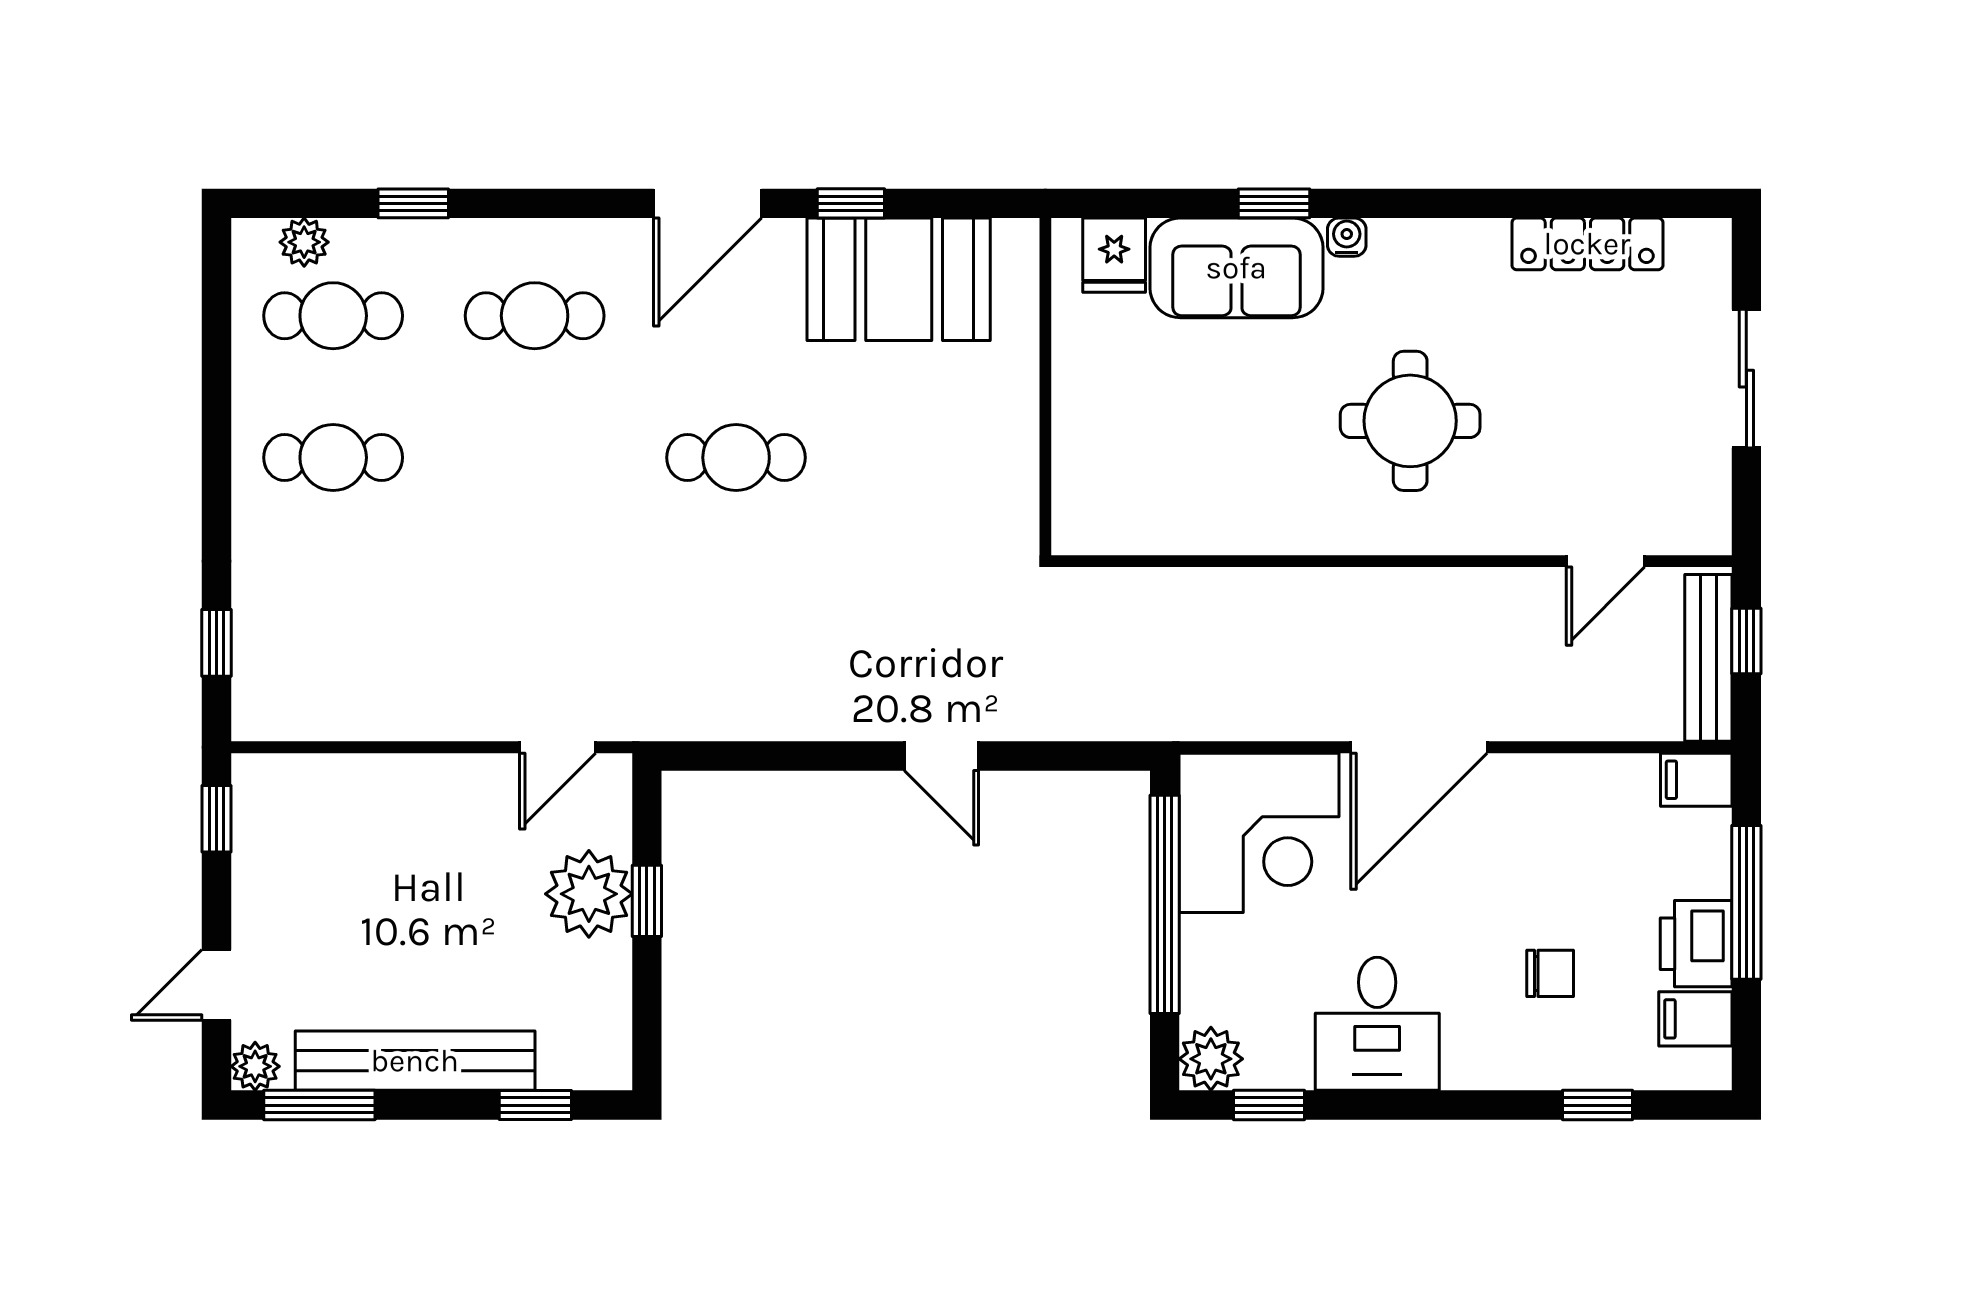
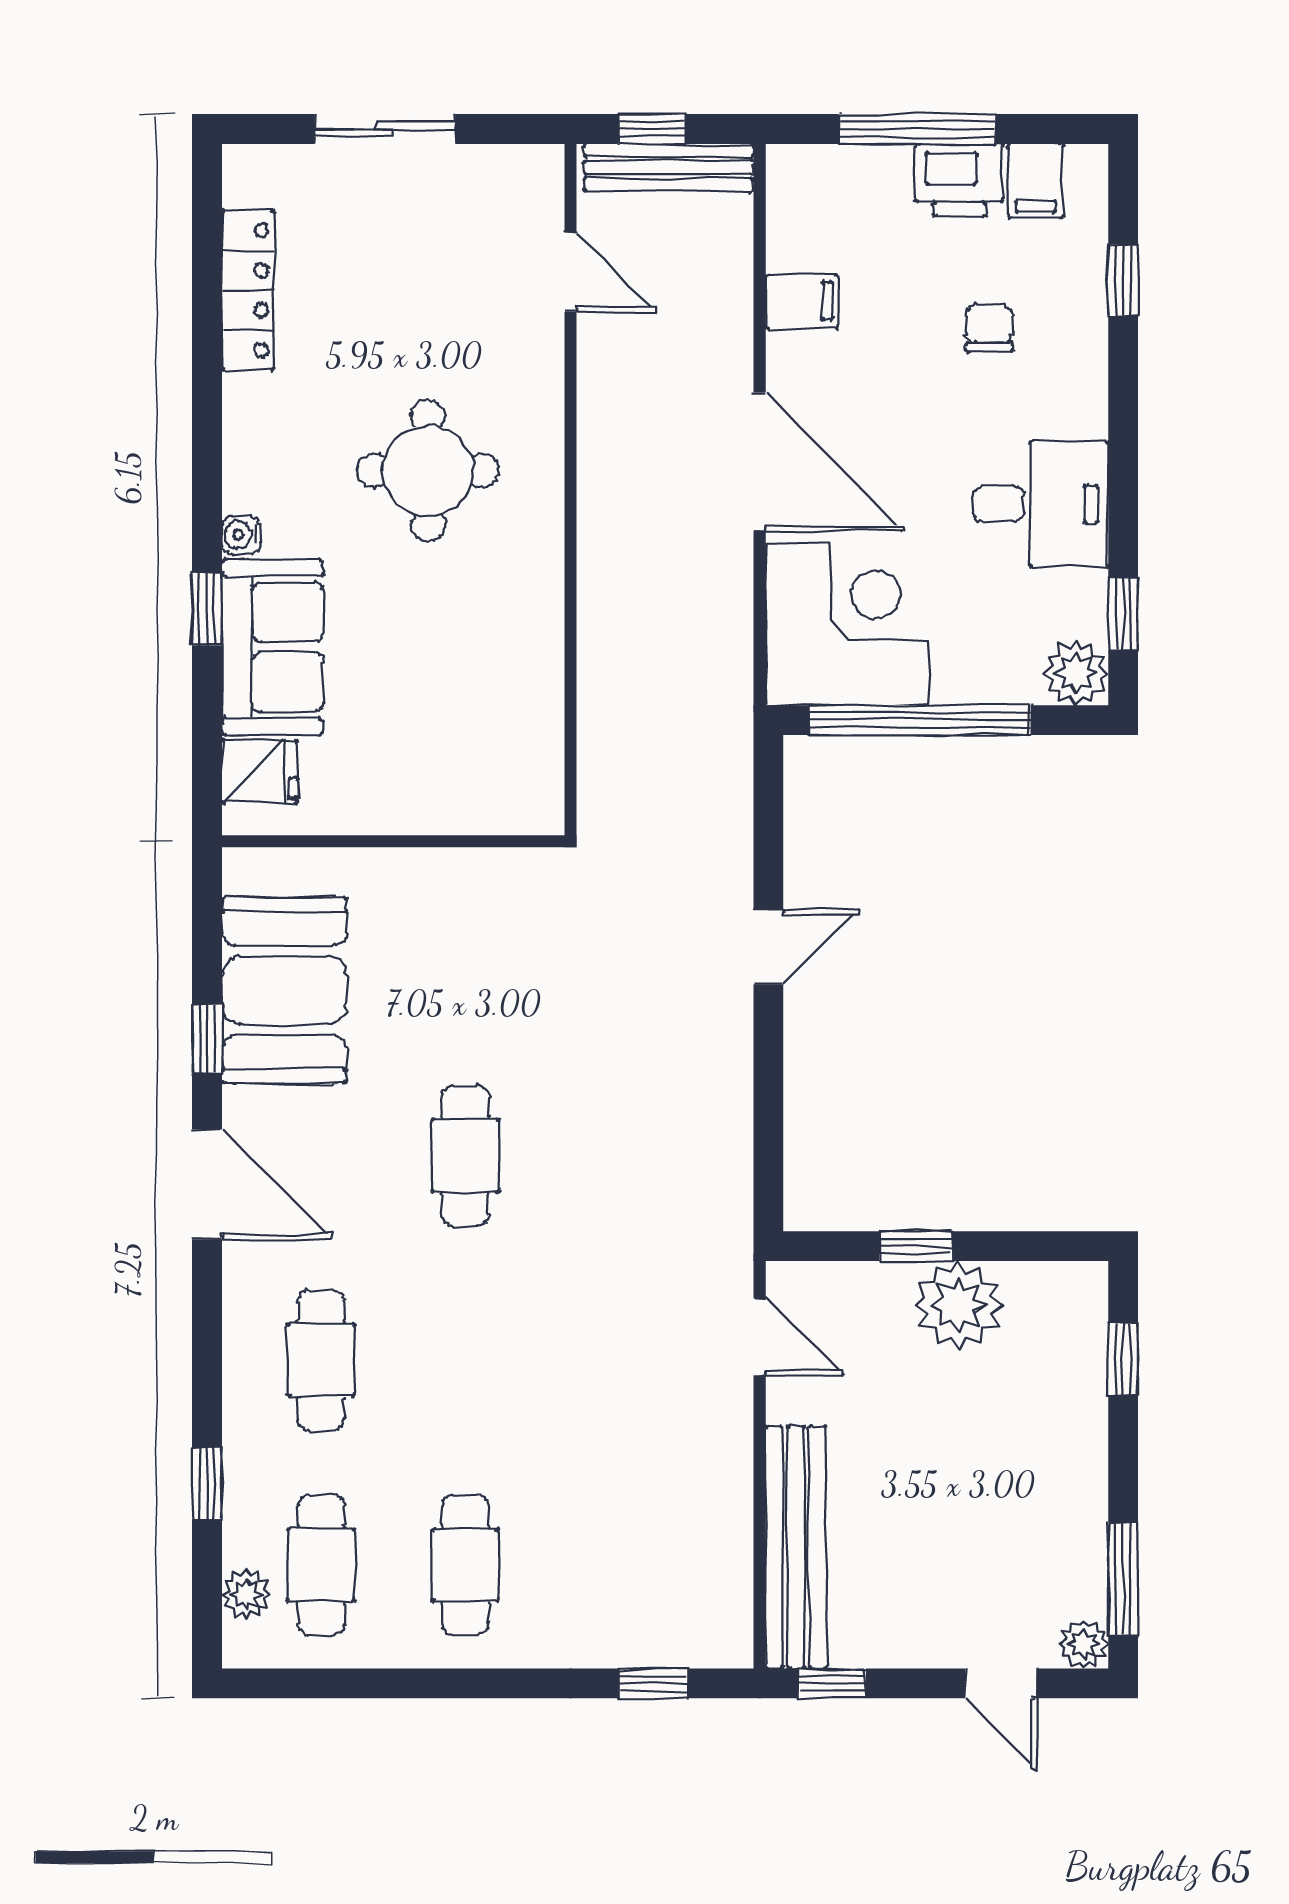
filing cabinet: (1696, 780) -> (802, 301), moved, turned -90
plant: (589, 894) -> (958, 1305), moved
bench: (415, 1061) -> (796, 1547), moved

